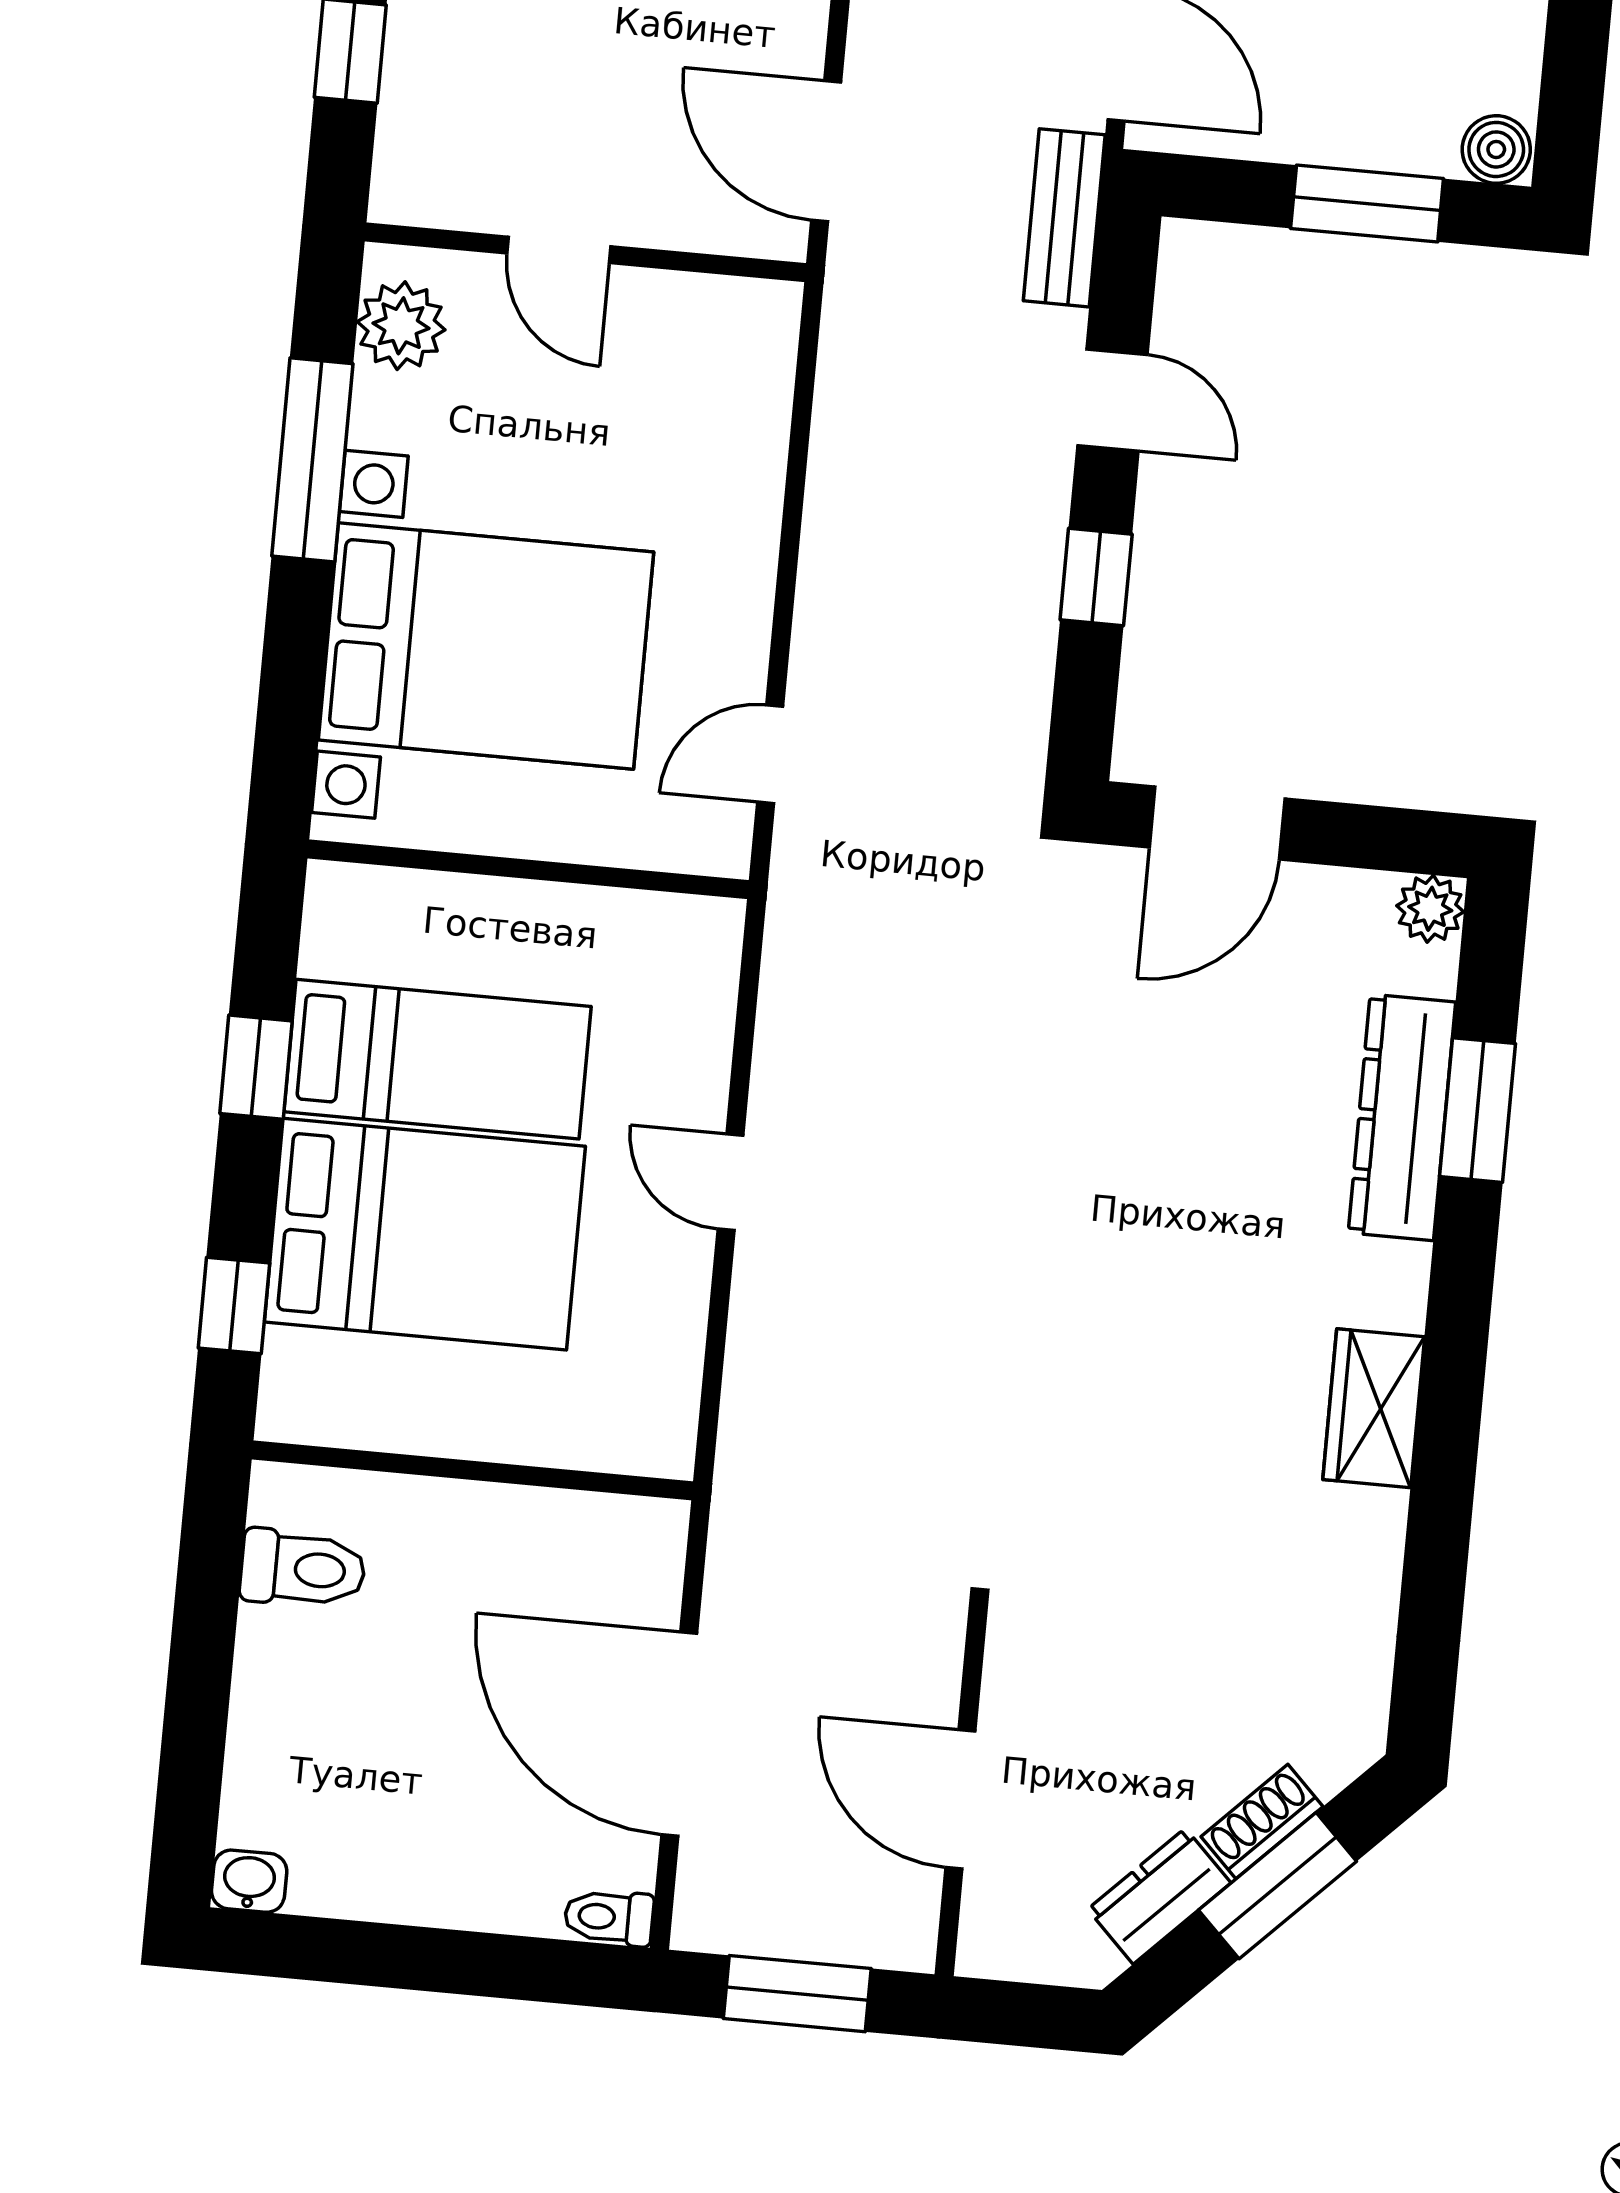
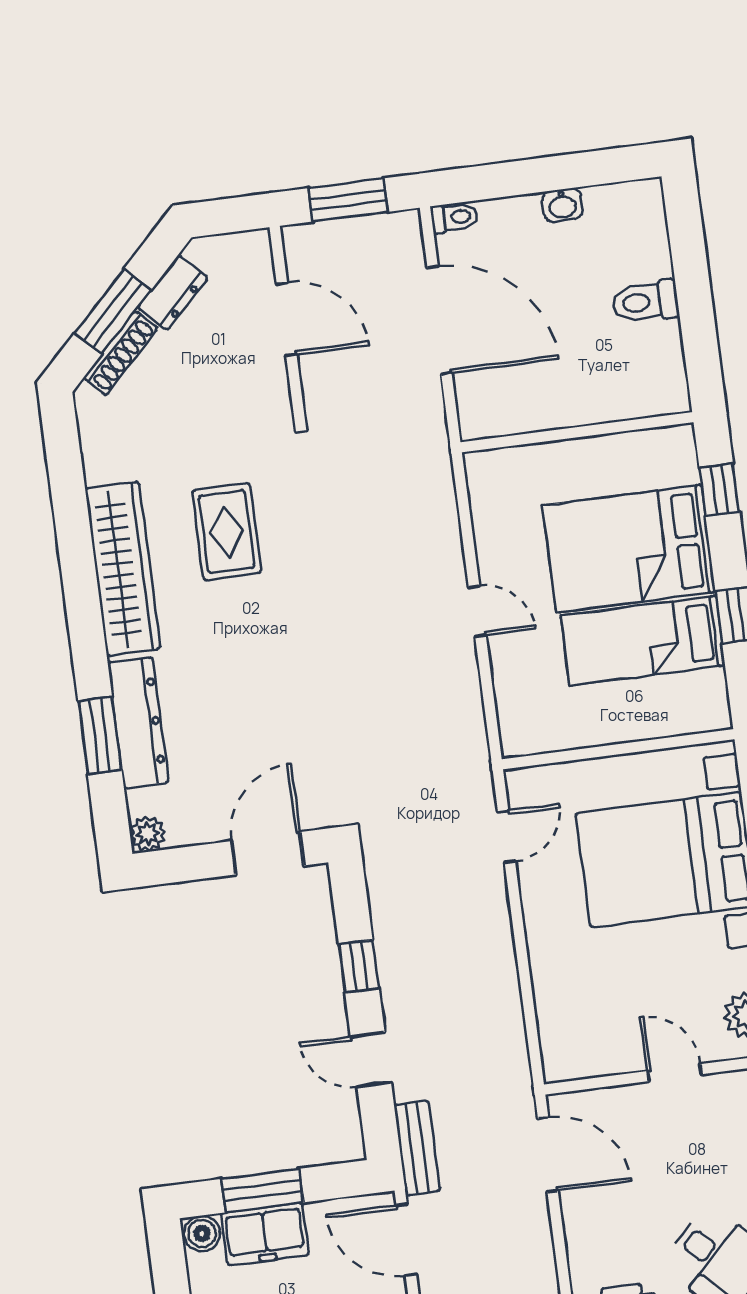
freezer: (1381, 122) -> (265, 1234), added
wardrobe: (1374, 1408) -> (123, 569), width x2.10, depth x1.17
rug: (1159, 1433) -> (227, 532), added
toilet: (303, 1569) -> (645, 302), moved
shoe rack: (1262, 1822) -> (121, 353), width x1.43
washbasin: (249, 1881) -> (562, 205), moved

